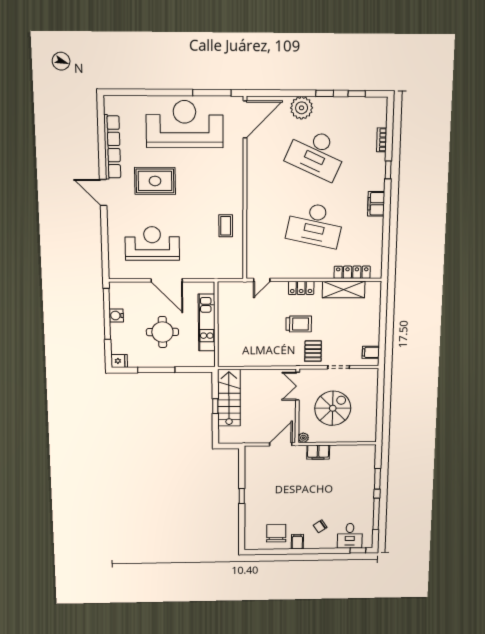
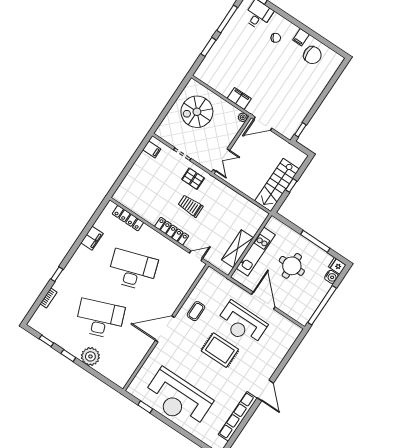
window: (212, 93) -> (145, 407), width x0.46
door: (245, 119) -> (165, 329), moved
desk: (316, 153) -> (100, 319), turned -45
rug: (155, 181) -> (220, 350), moved
filing cabinet: (376, 204) -> (92, 238), moved
desk: (315, 225) -> (133, 270), turned -30
reception desk: (152, 244) -> (242, 324), moved
locker: (301, 288) -> (172, 231), width x1.53
shelving: (344, 290) -> (237, 249), moved, turned 90
water cooler: (116, 315) -> (331, 277), moved
pallet: (313, 351) -> (193, 179), turned 90
spiral stairs: (333, 408) -> (197, 112), moved
window: (242, 496) -> (300, 130), moved
chair: (276, 533) -> (312, 55), turned -90

